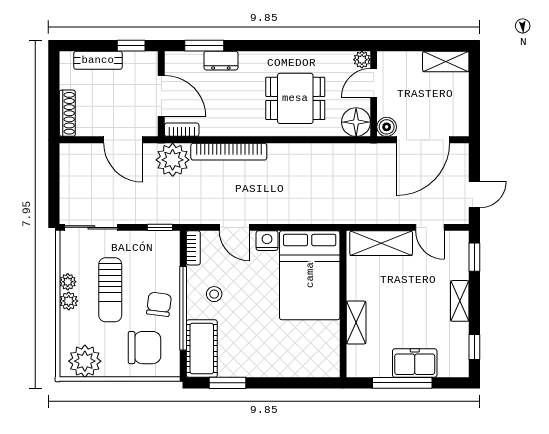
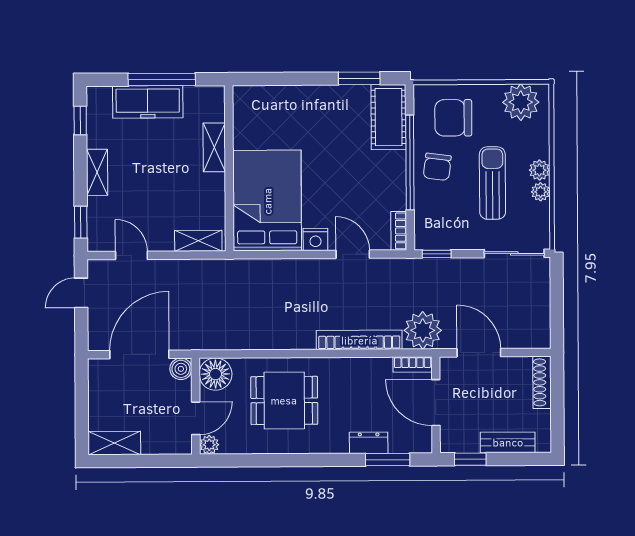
shelving: (381, 243) -> (198, 241), width x0.67, depth x0.75
stool: (214, 294) -> (375, 179), removed
freezer: (415, 363) -> (148, 102), width x1.40

